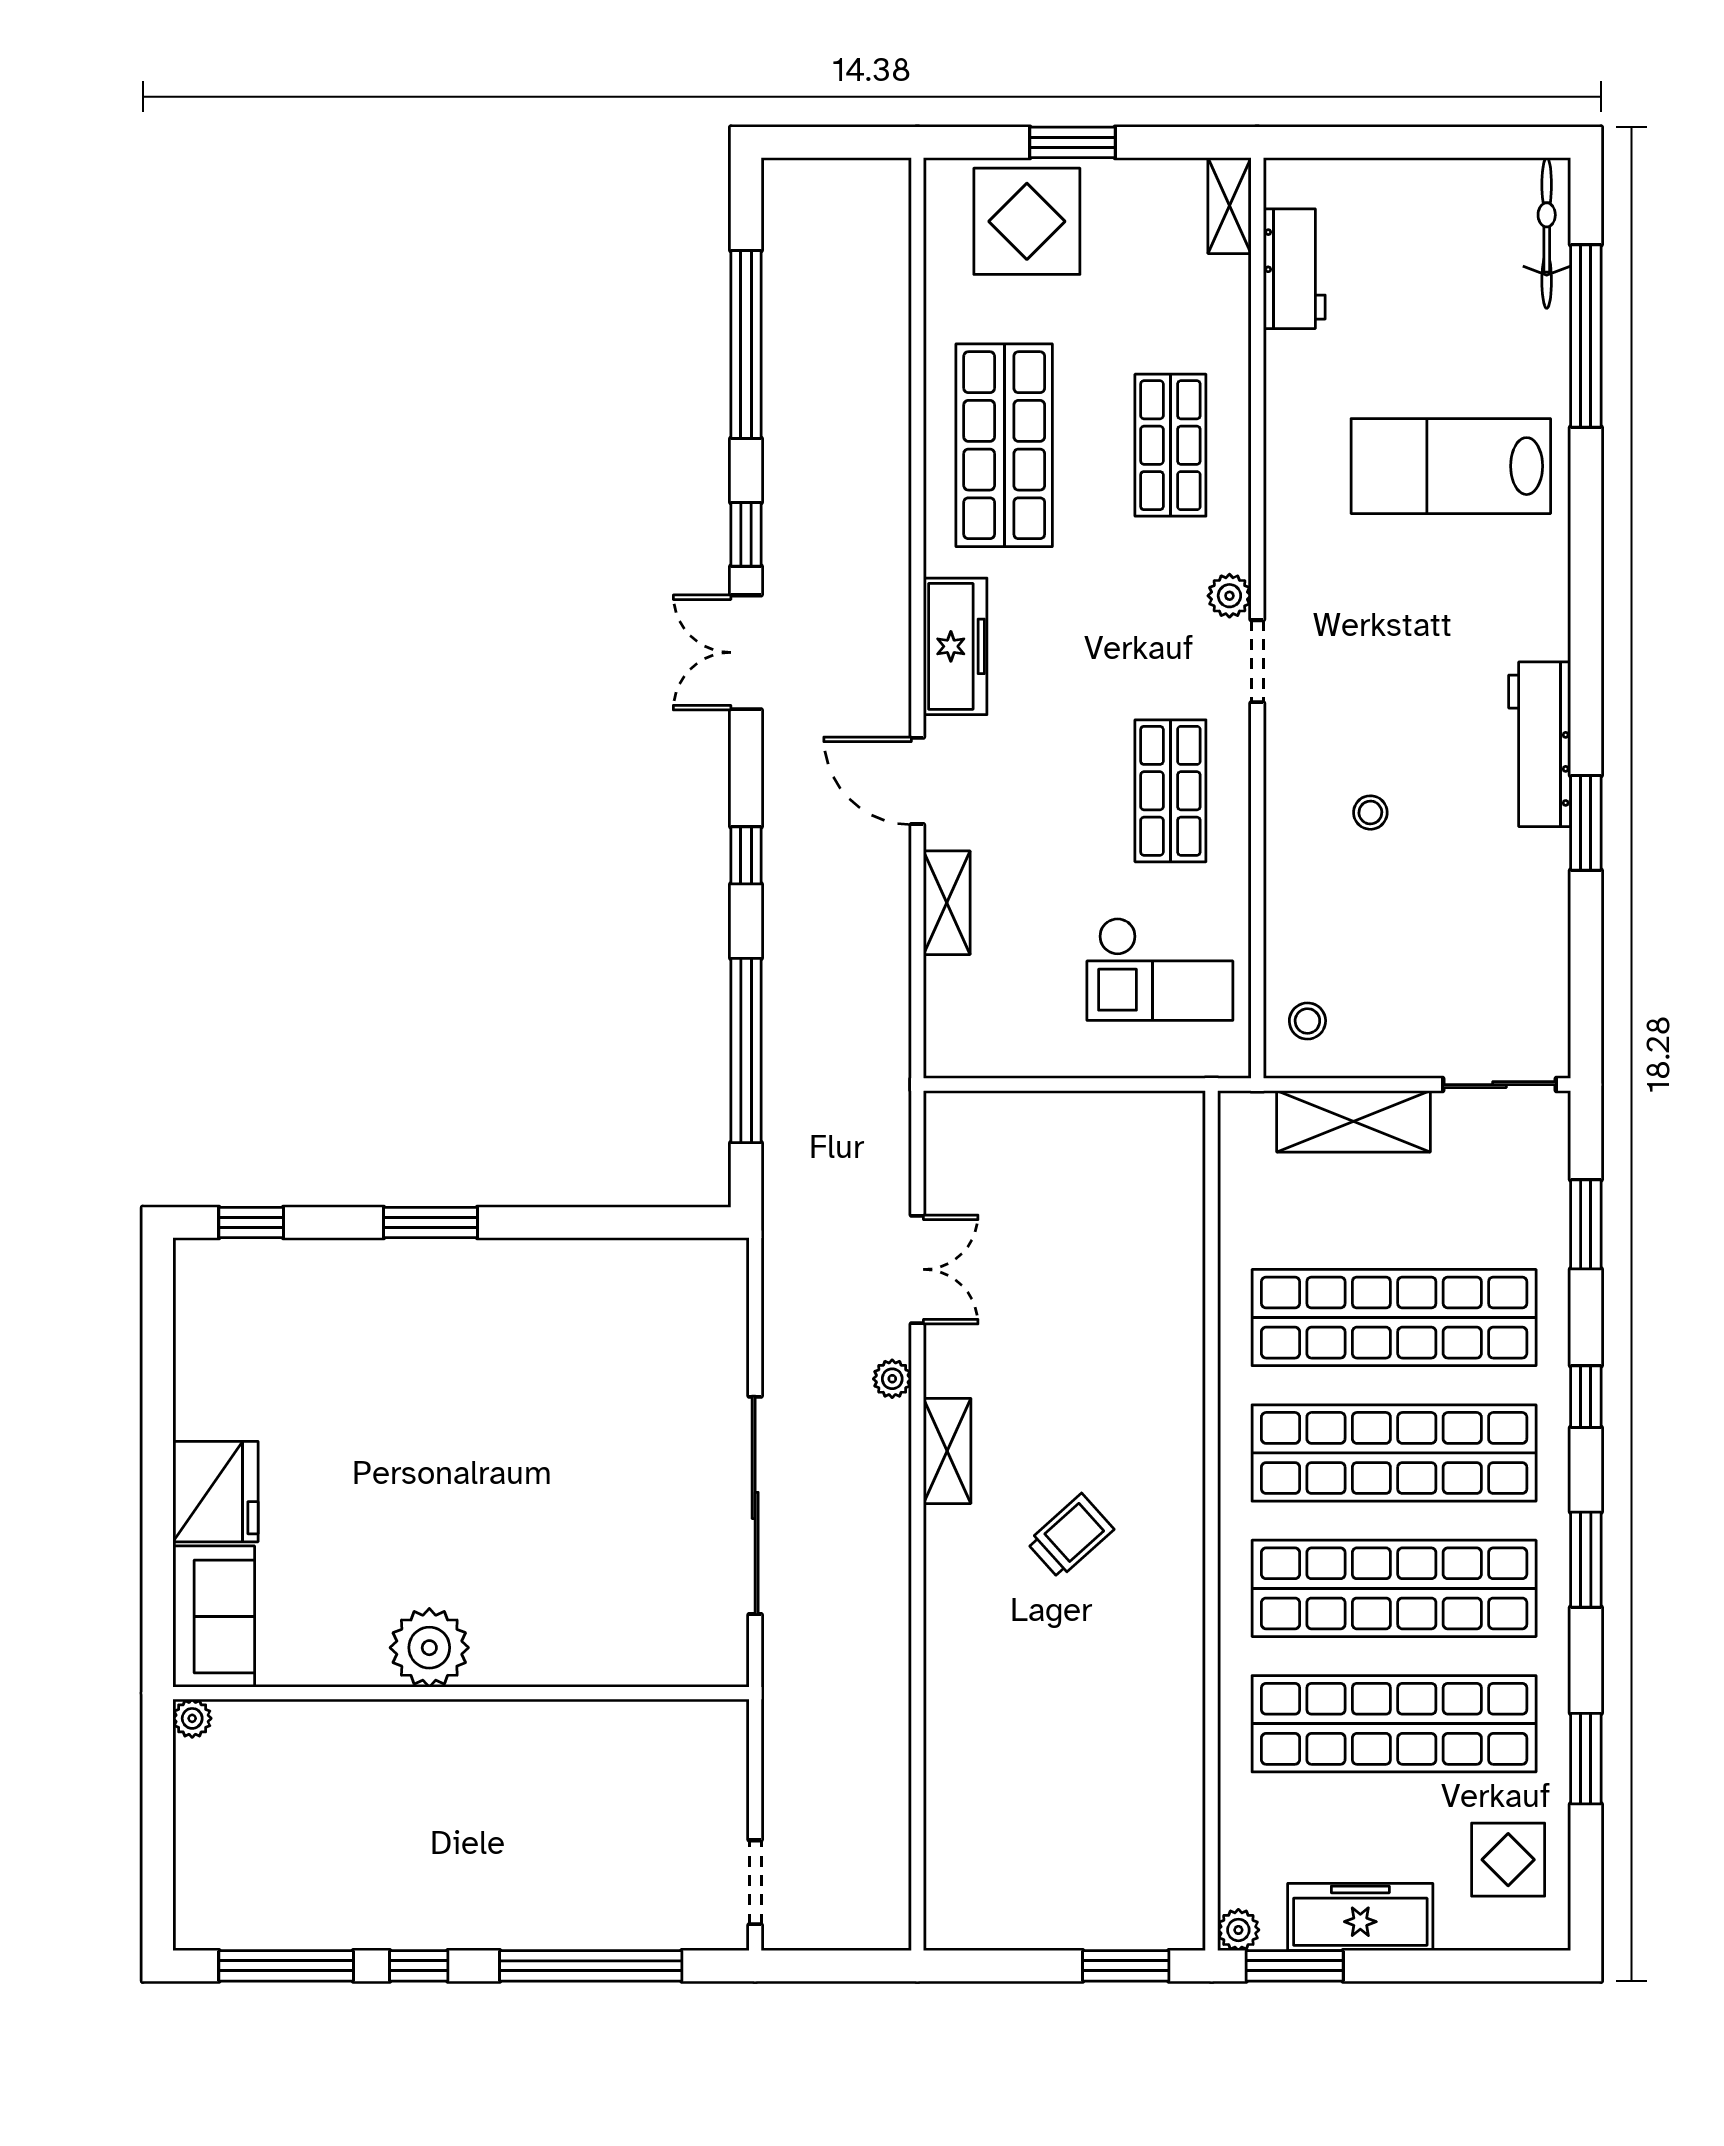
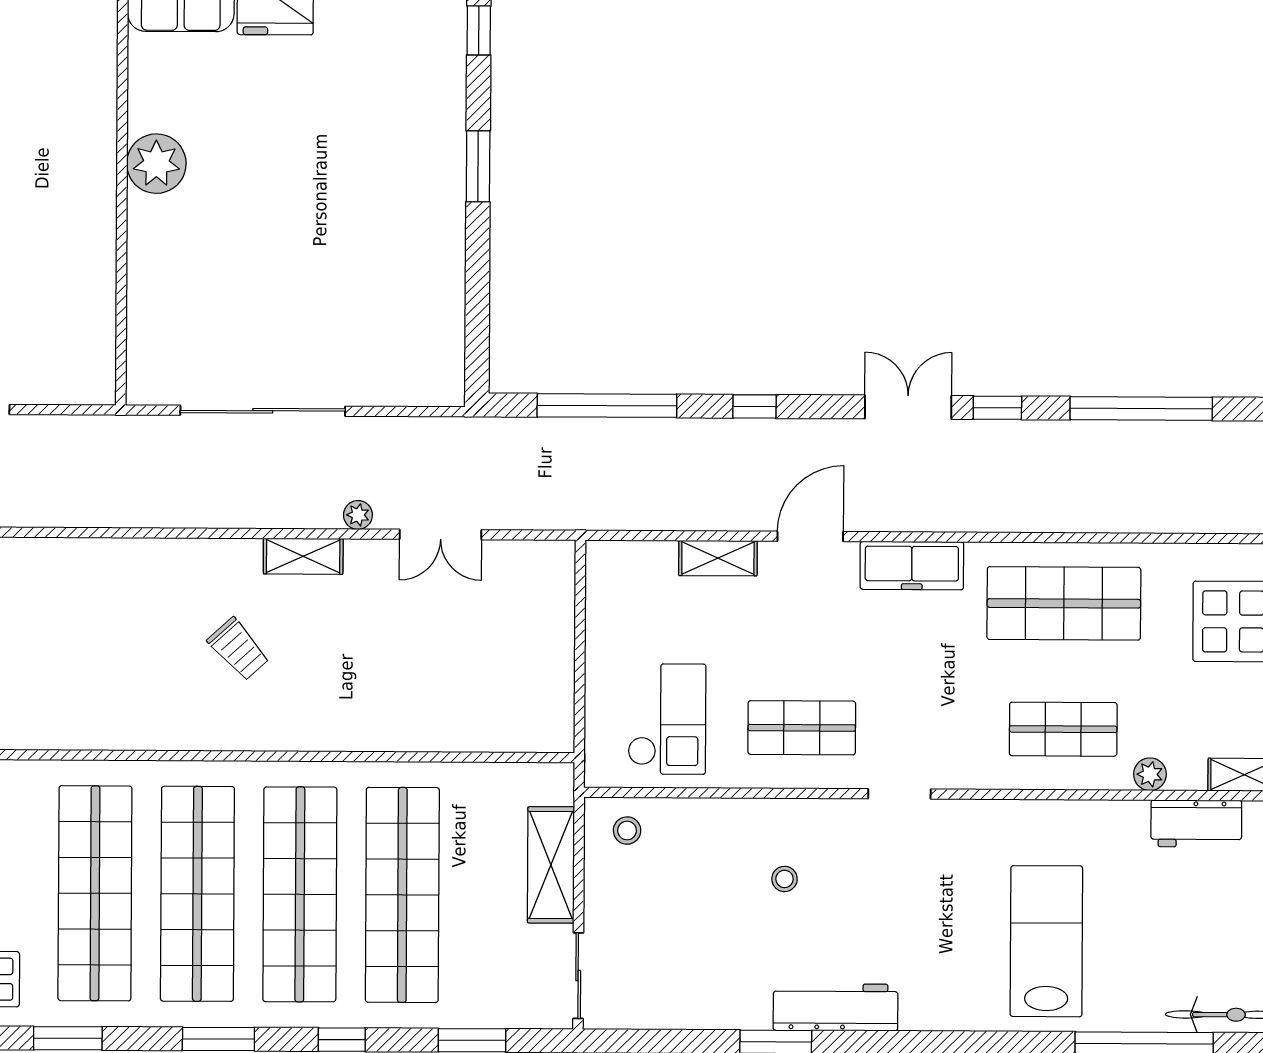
plant: (1229, 596) -> (1150, 774), moved
checkout: (1160, 969) -> (667, 719), turned 180

